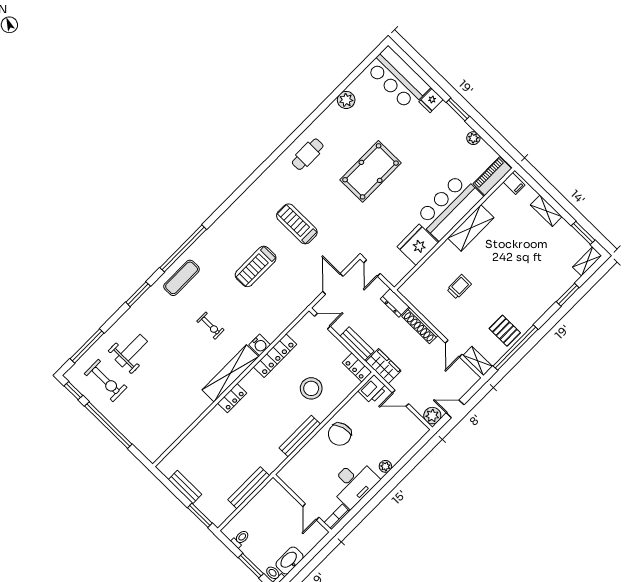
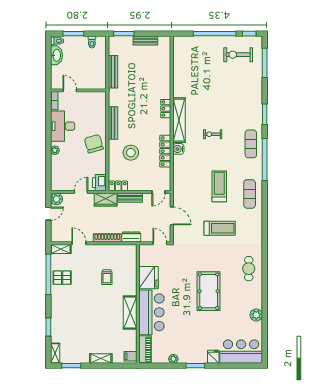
exercise mat: (233, 229) -> (250, 194), added
weight bench: (131, 351) -> (240, 82), removed

